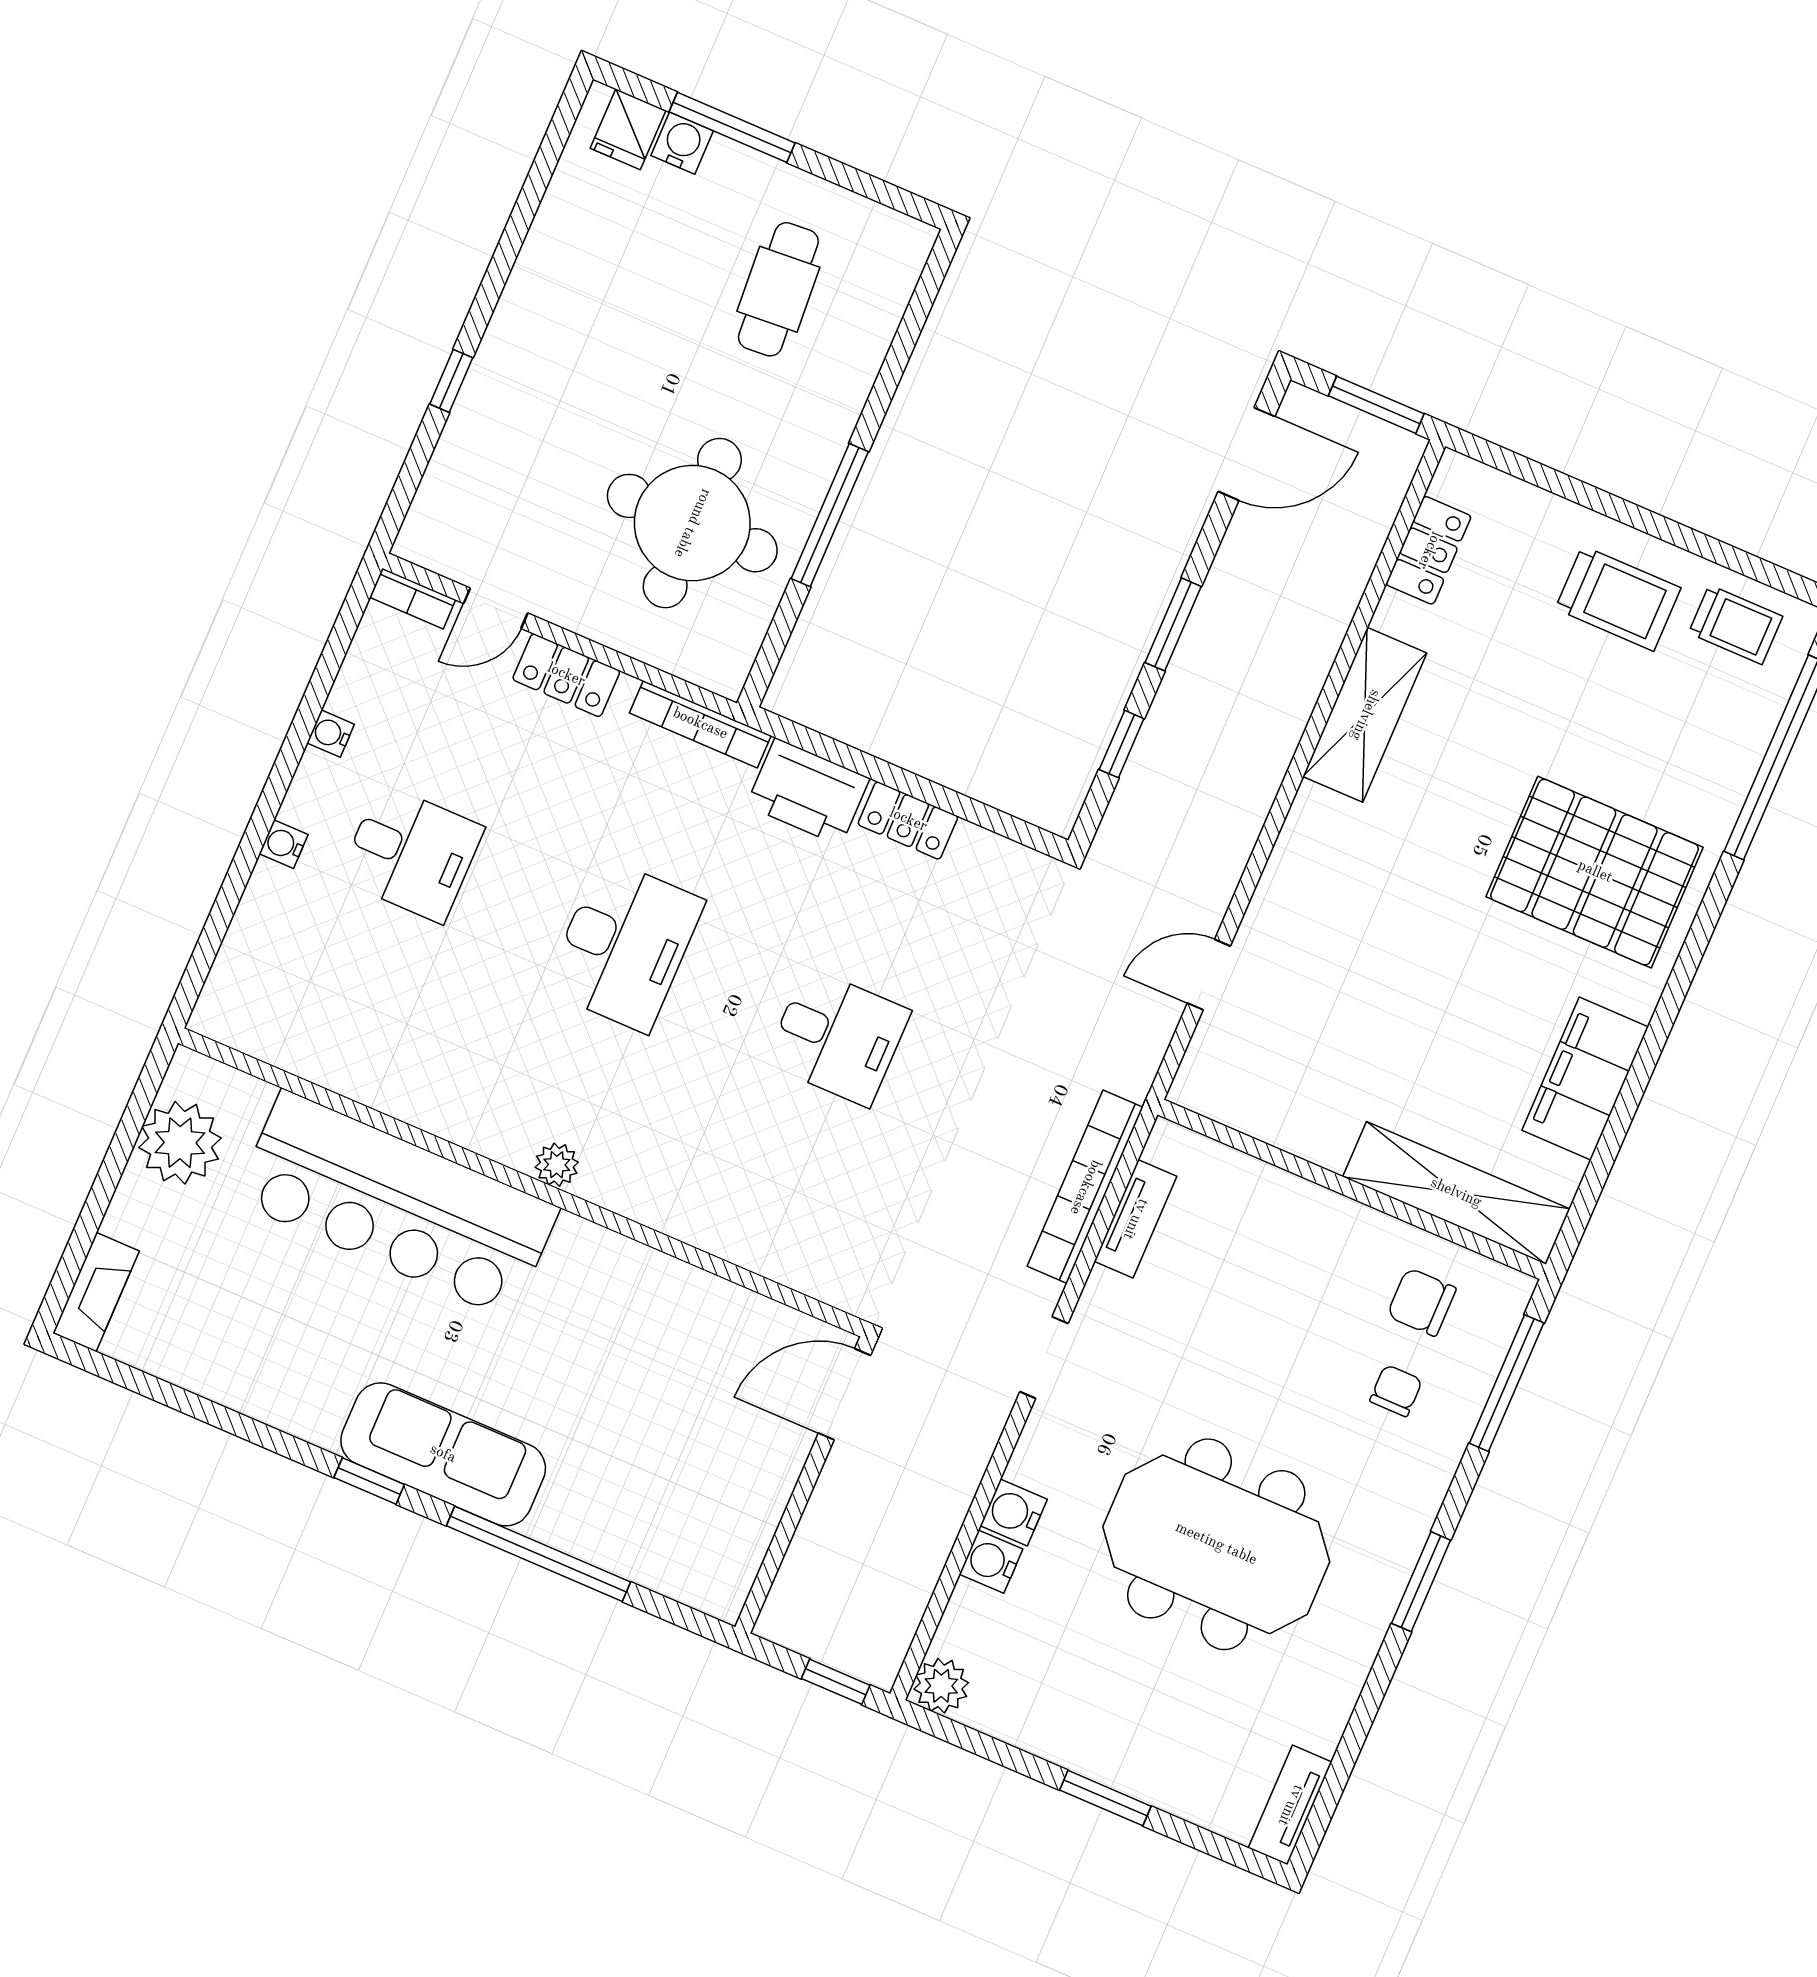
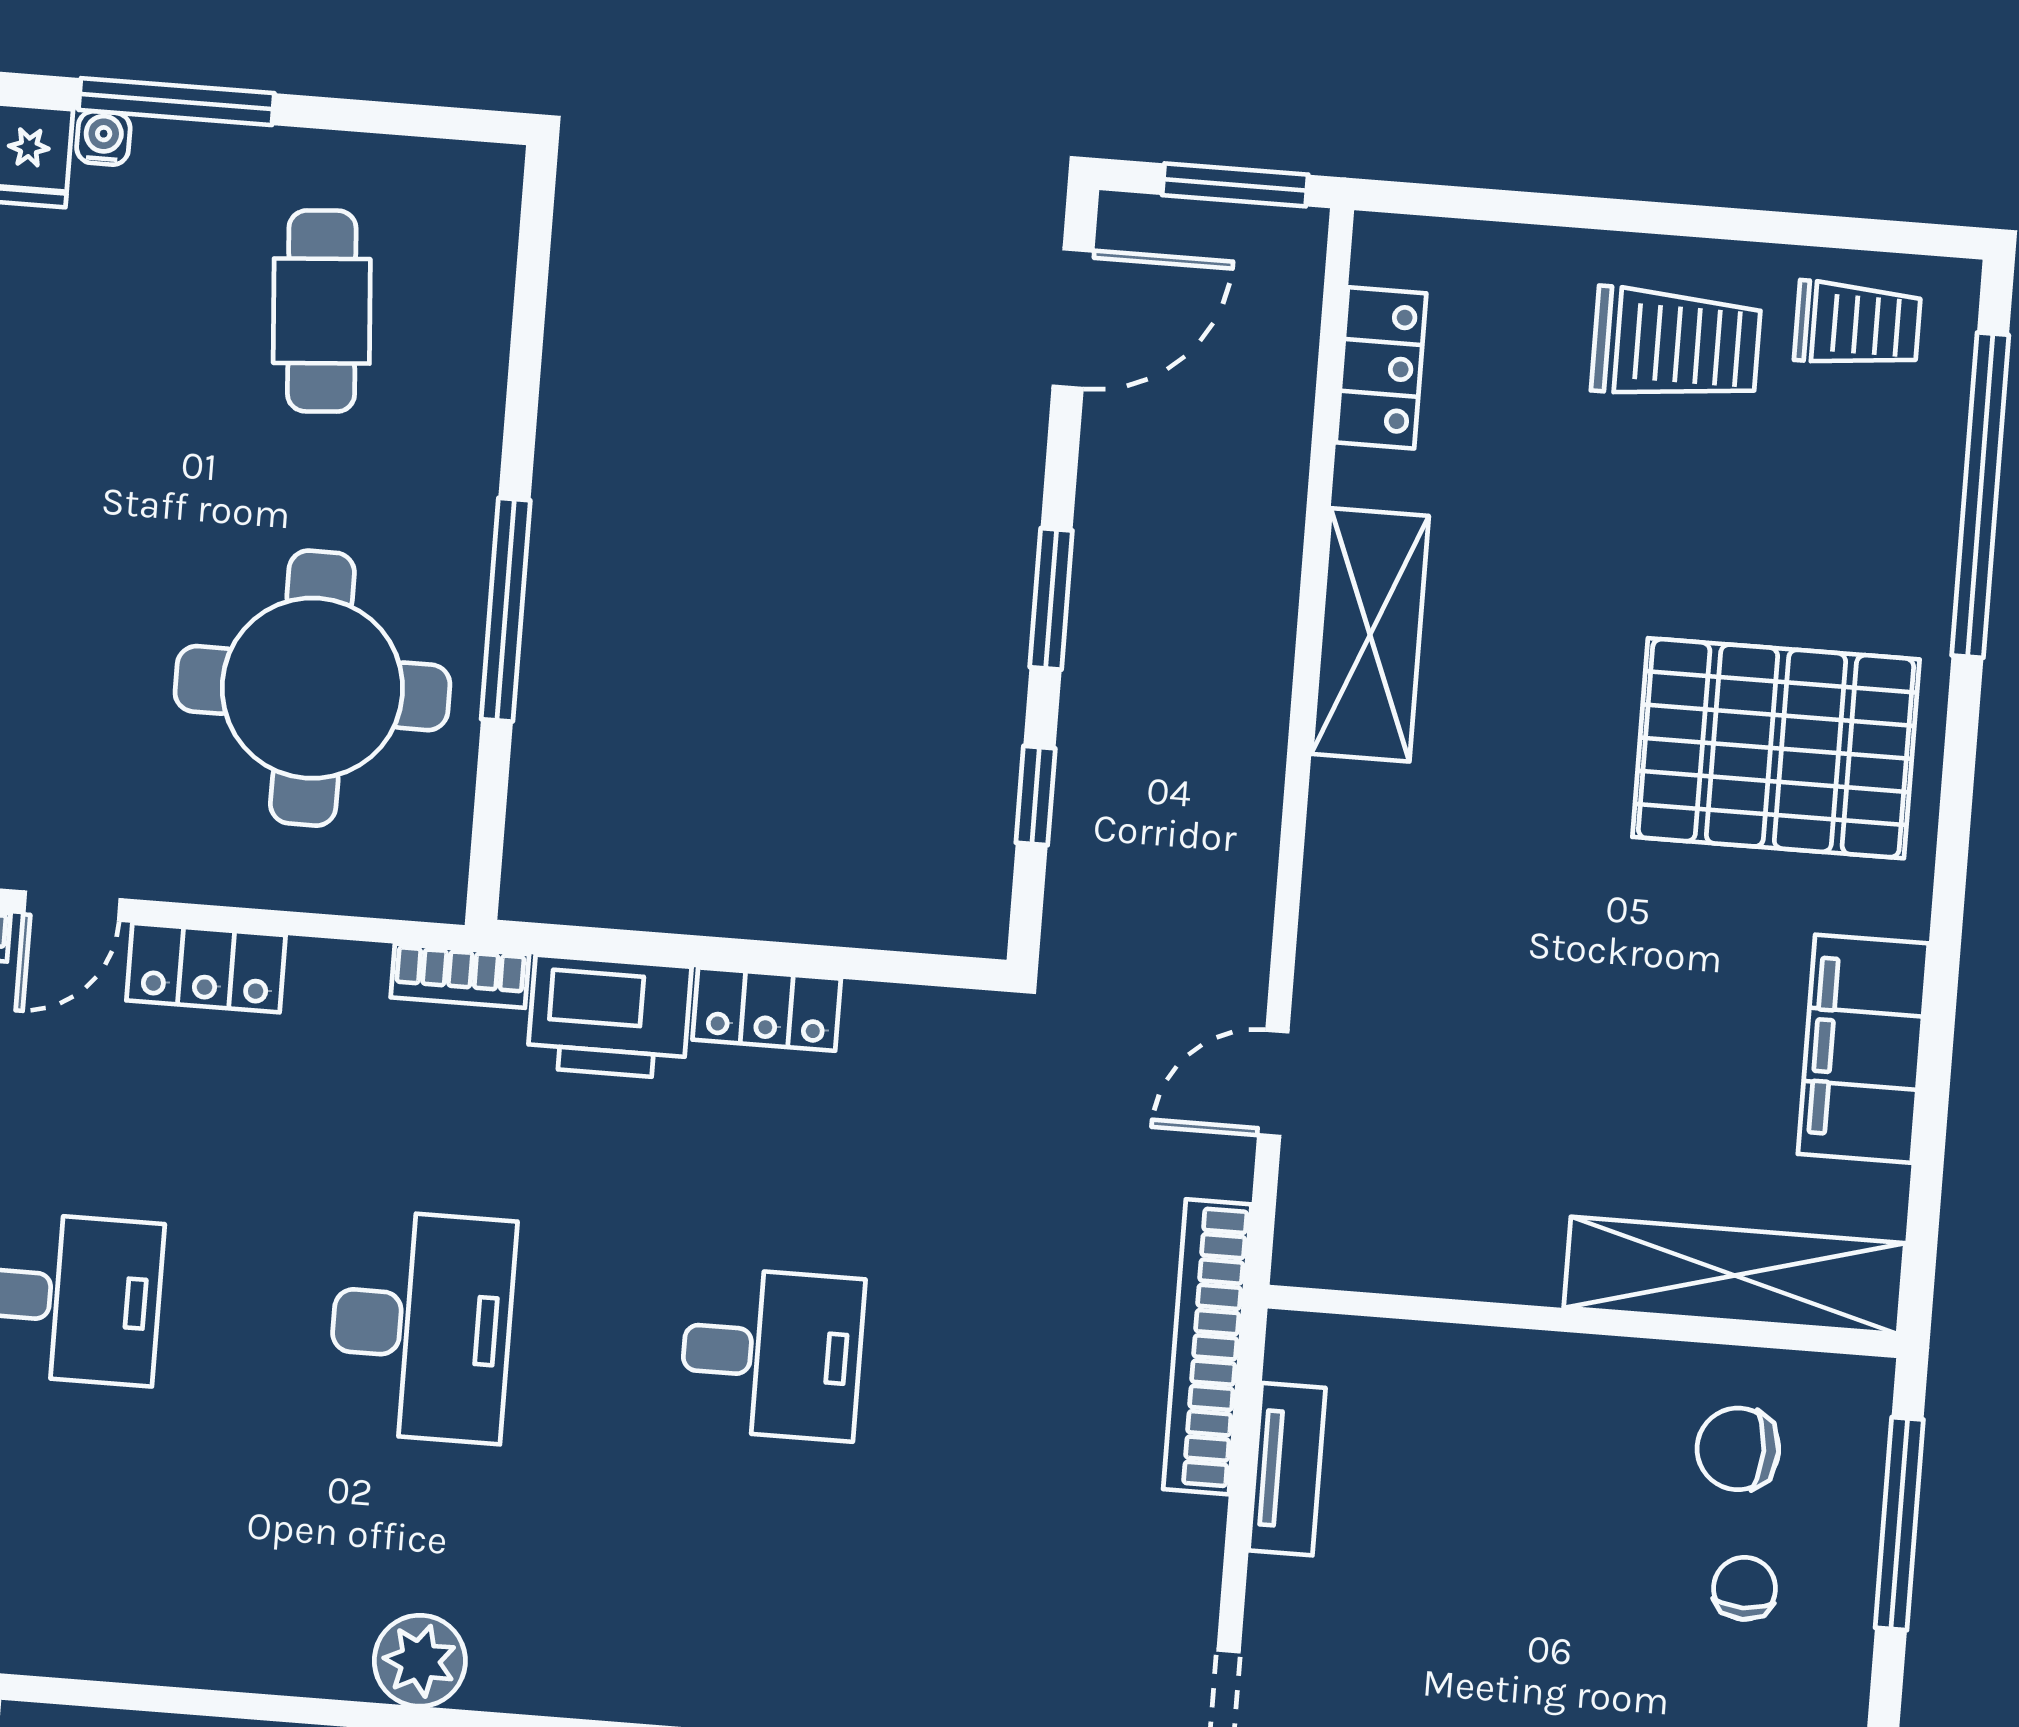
water cooler: (682, 143) -> (103, 138), width x0.72, depth x0.72
bookcase: (700, 724) -> (460, 976), width x0.64
plant: (557, 1165) -> (420, 1661), width x1.38, depth x1.38
bookcase: (1085, 1187) -> (1207, 1347), moved

